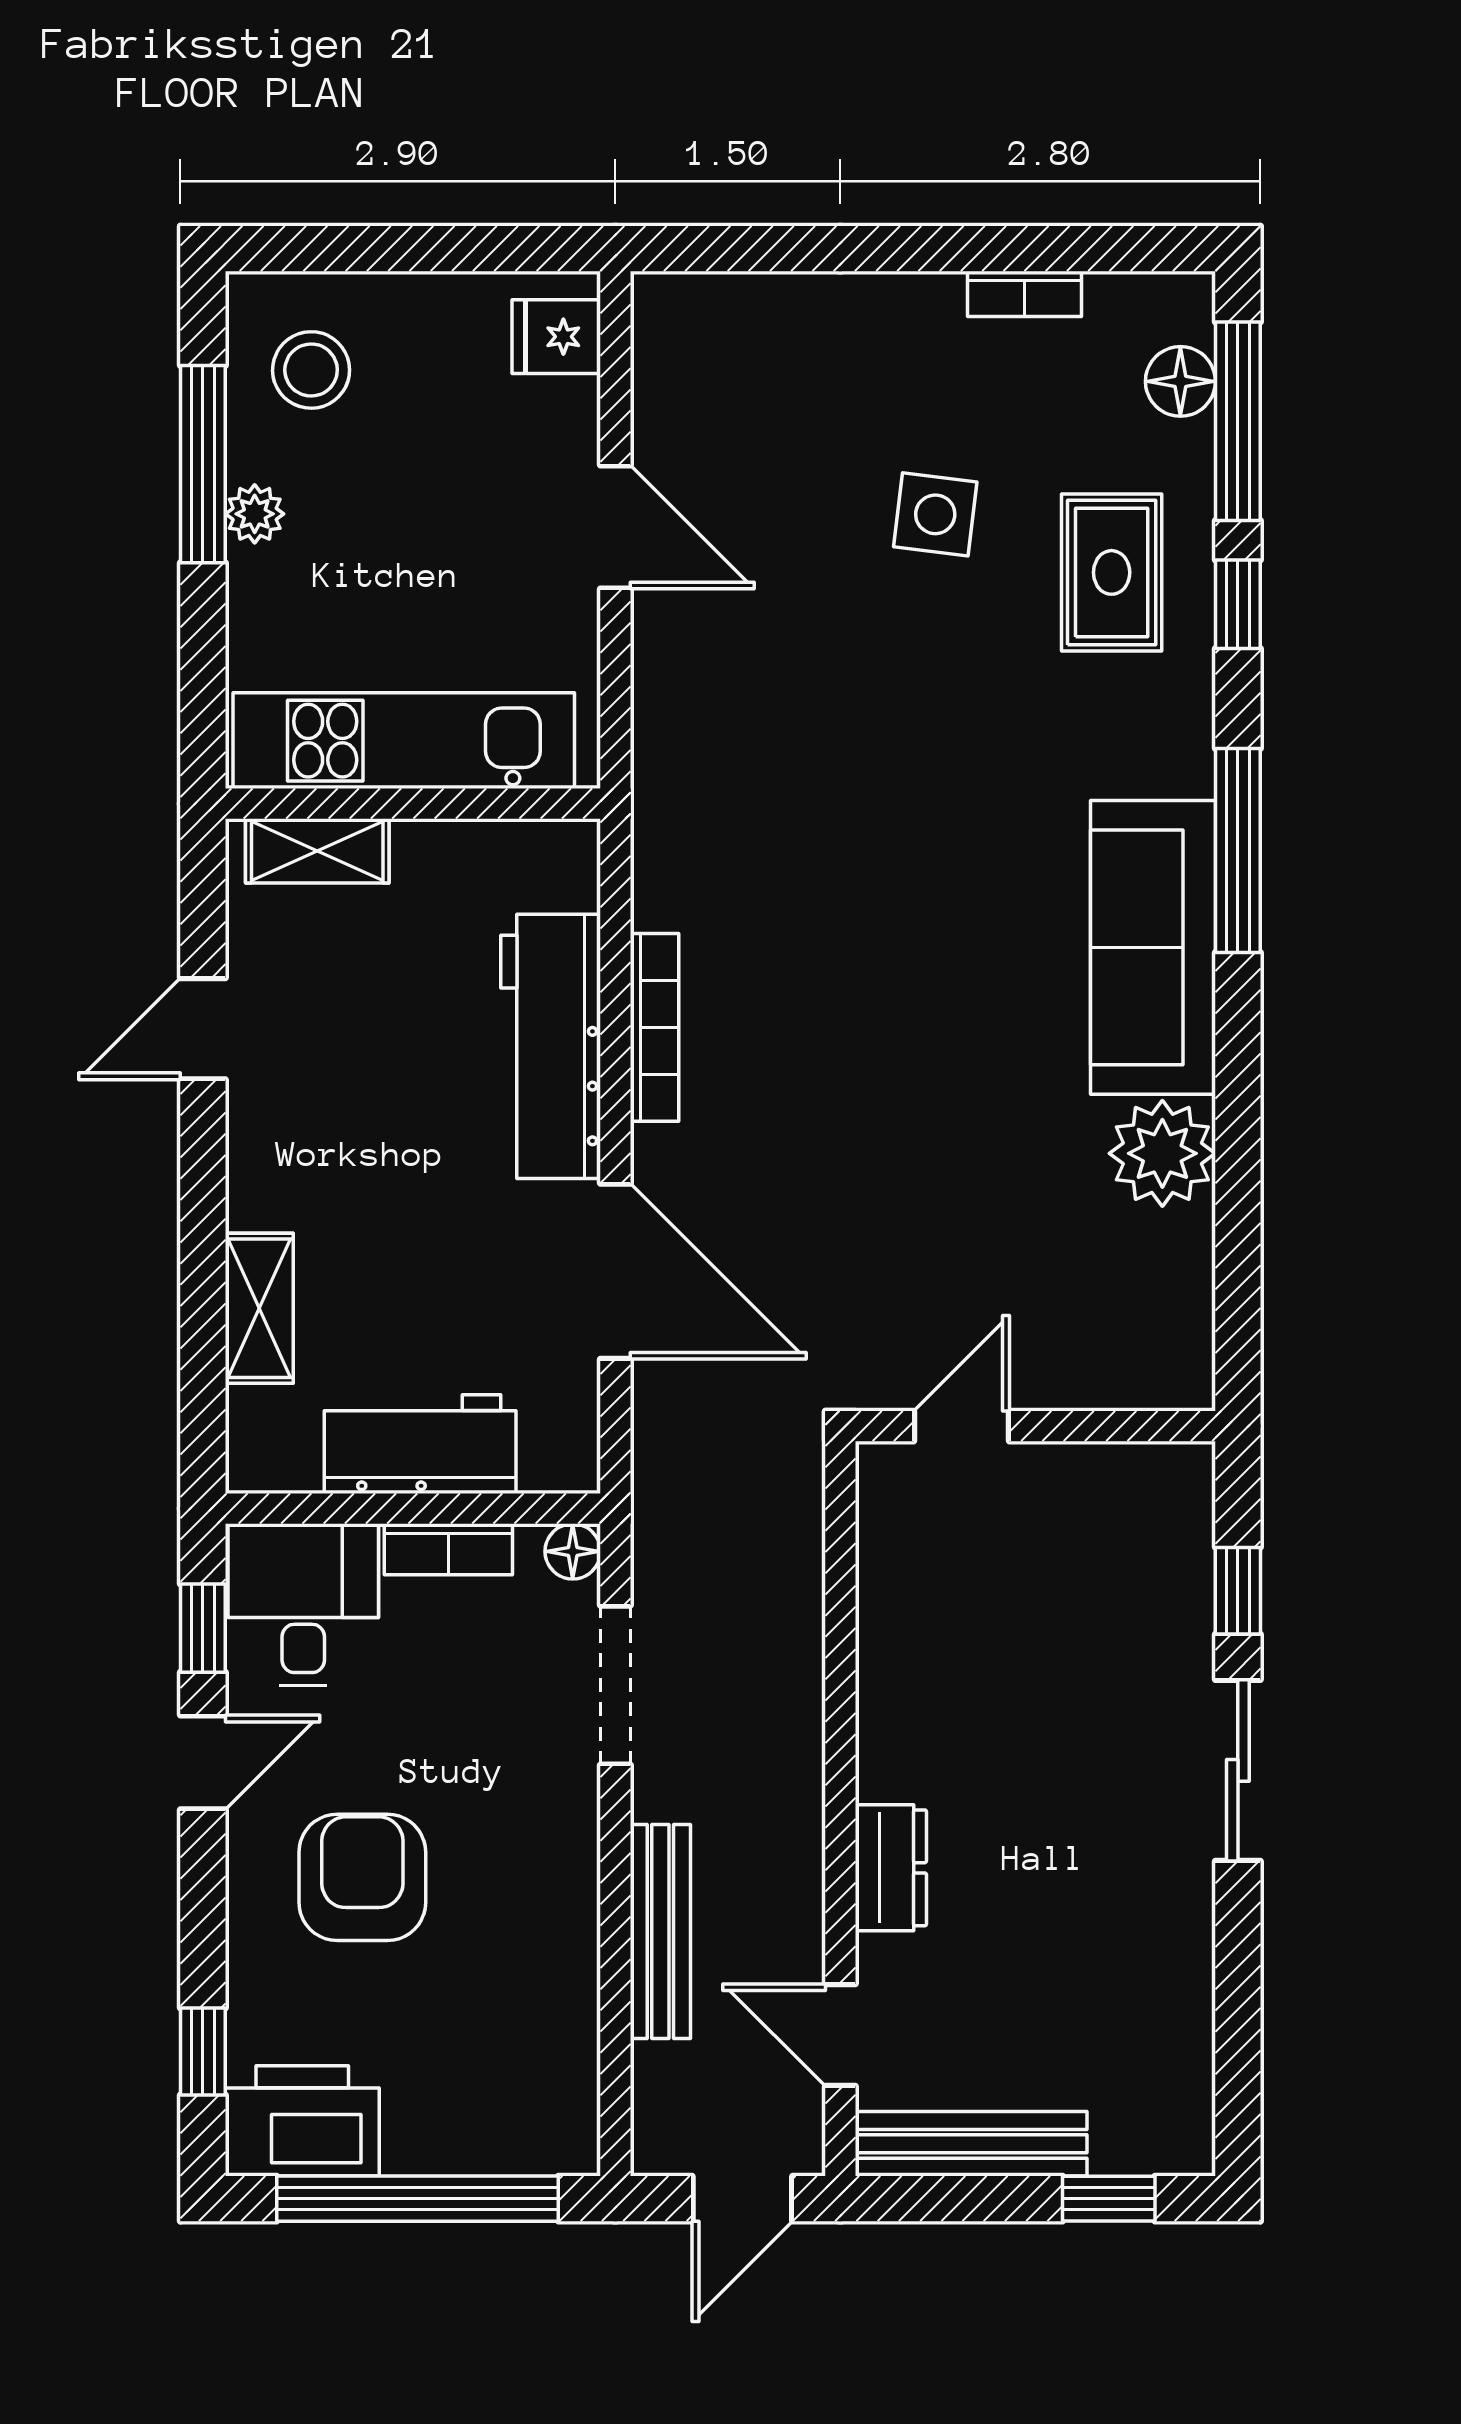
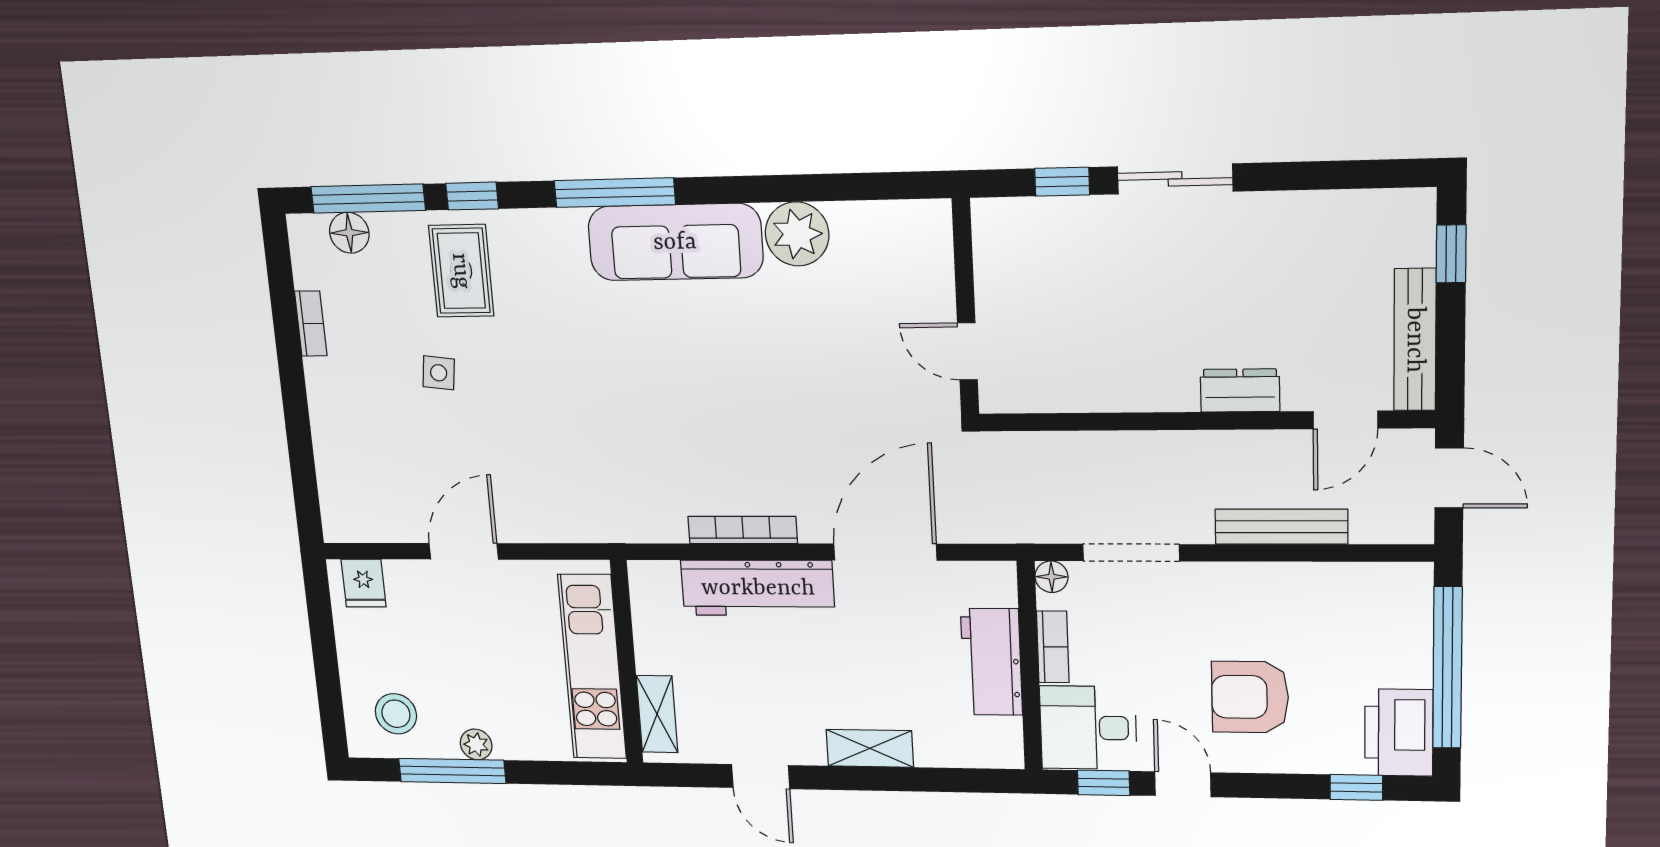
side table: (935, 514) -> (439, 373), width x0.73, depth x0.73
rug: (1112, 572) -> (461, 271), turned 90
shelving: (259, 1308) -> (870, 748), moved

